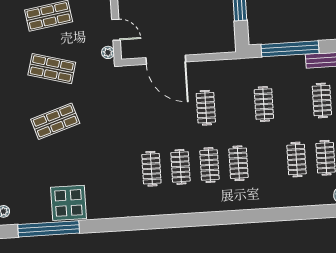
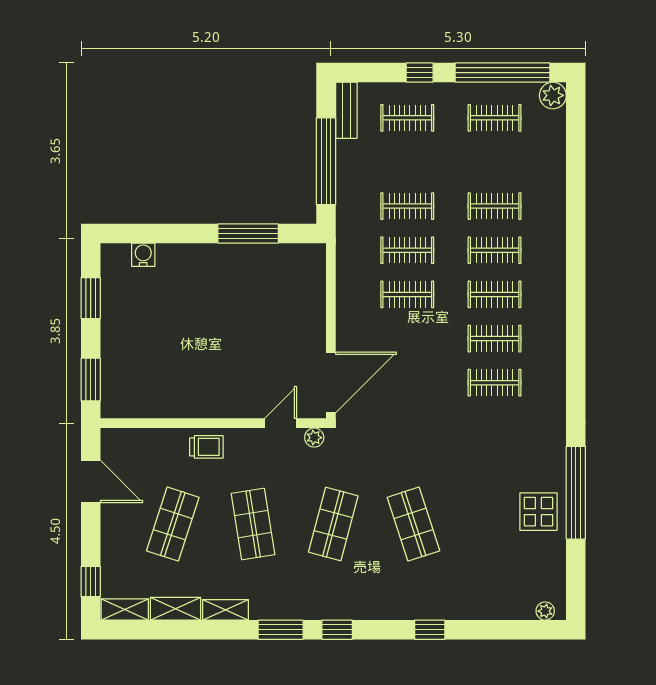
door: (166, 60) -> (331, 383), moved
clothes rail: (235, 106) -> (407, 250), added
clothes rail: (296, 160) -> (495, 206), moved
display table: (69, 203) -> (538, 512), width x0.73, depth x0.73
window: (49, 229) -> (576, 493), moved

